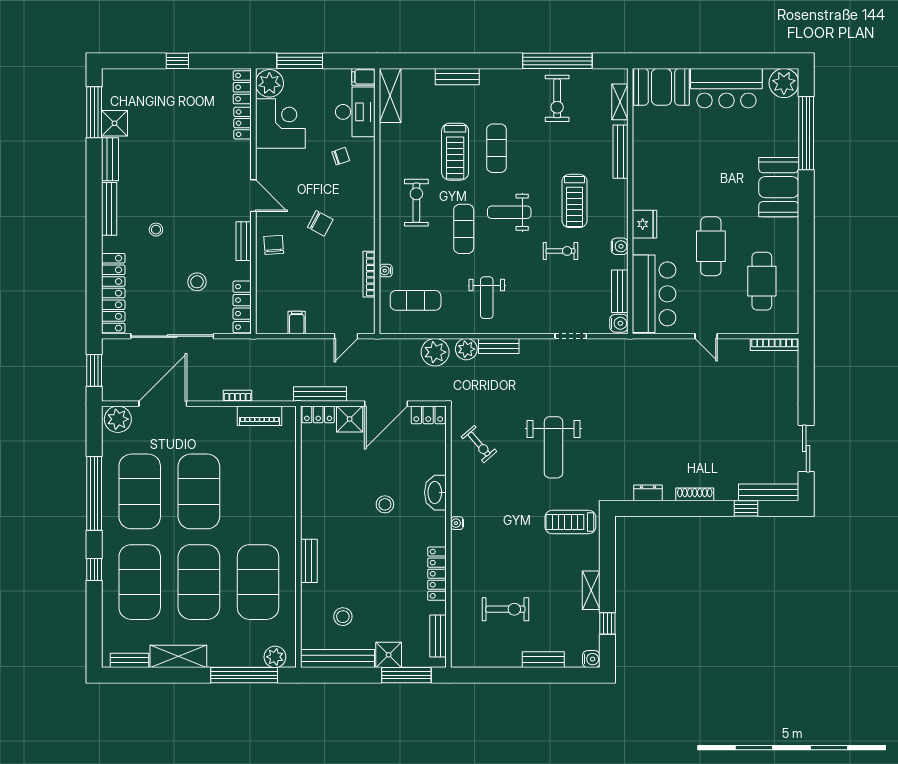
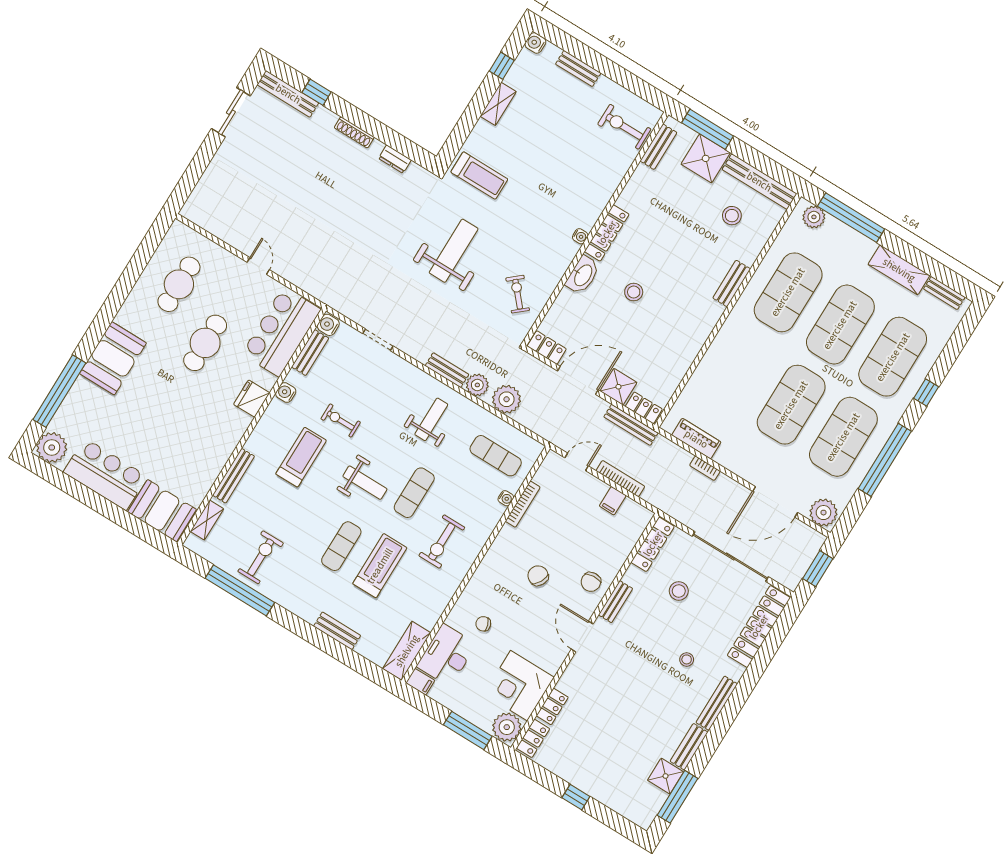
bookcase: (775, 345) -> (620, 479), moved
locker: (437, 574) -> (607, 233), moved
exercise bike: (505, 609) -> (624, 127), moved
shower: (389, 655) -> (706, 158), width x1.36, depth x1.36

